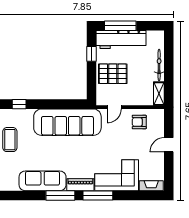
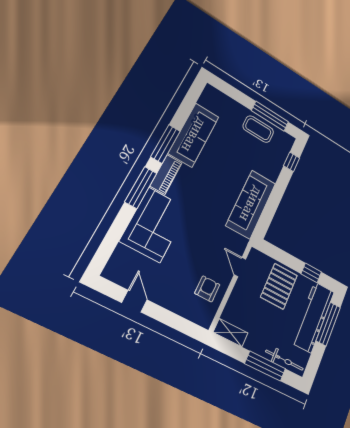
window: (169, 60) -> (265, 366), added
bicycle: (159, 65) -> (284, 360), moved
sofa: (67, 122) -> (251, 204), width x0.74, depth x0.79
door: (169, 145) -> (134, 301), moved
fireplace: (151, 186) -> (116, 262), removed

